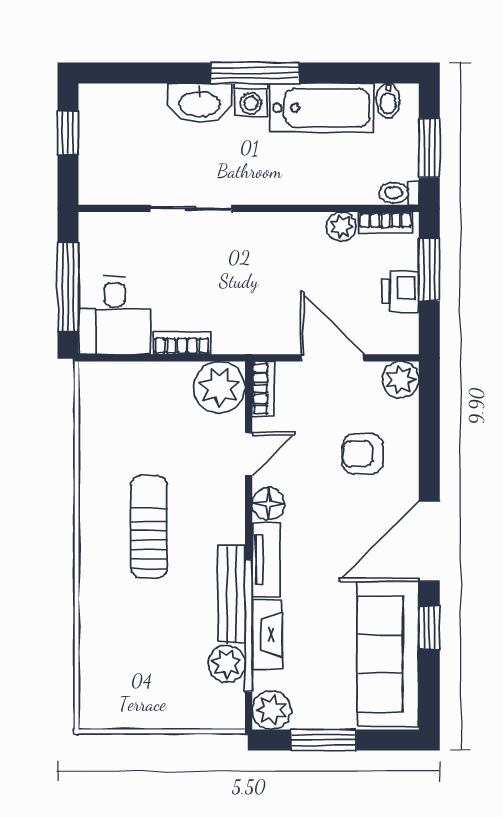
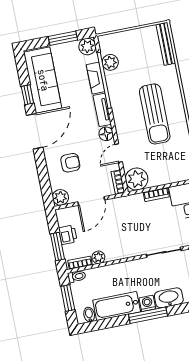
door: (332, 358) -> (91, 201), hinge flipped
sun lounger: (149, 527) -> (155, 114), width x1.36, depth x1.34
bench: (232, 594) -> (166, 44), moved

